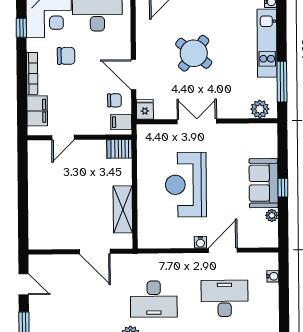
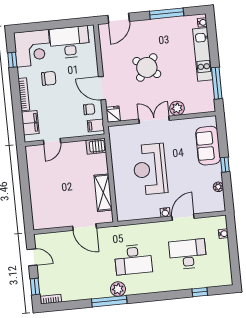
plant: (260, 109) -> (177, 108), moved
sofa: (264, 183) -> (208, 146), moved

